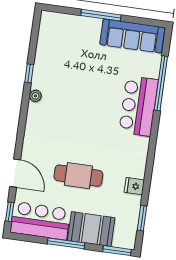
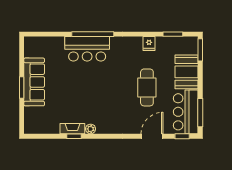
window: (101, 15) -> (22, 87), width x0.69
sofa: (132, 36) -> (34, 82), moved
fireplace: (39, 73) -> (72, 129), added
window: (161, 83) -> (93, 34), moved
window: (66, 243) -> (200, 113), moved

